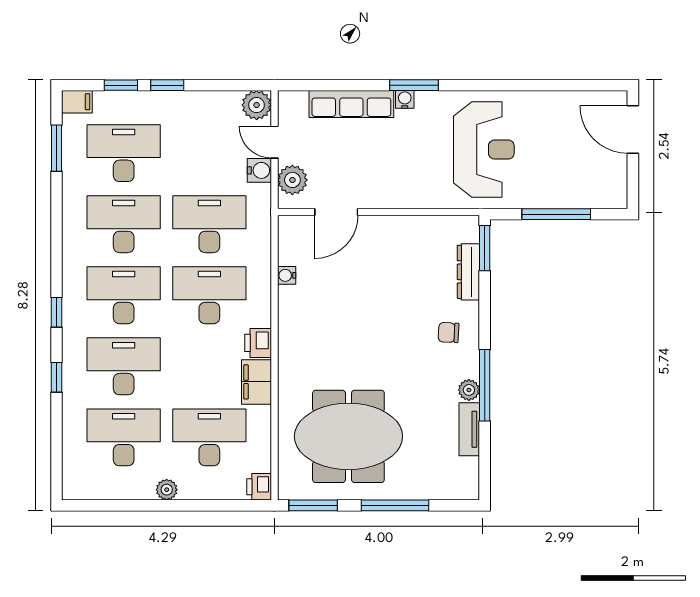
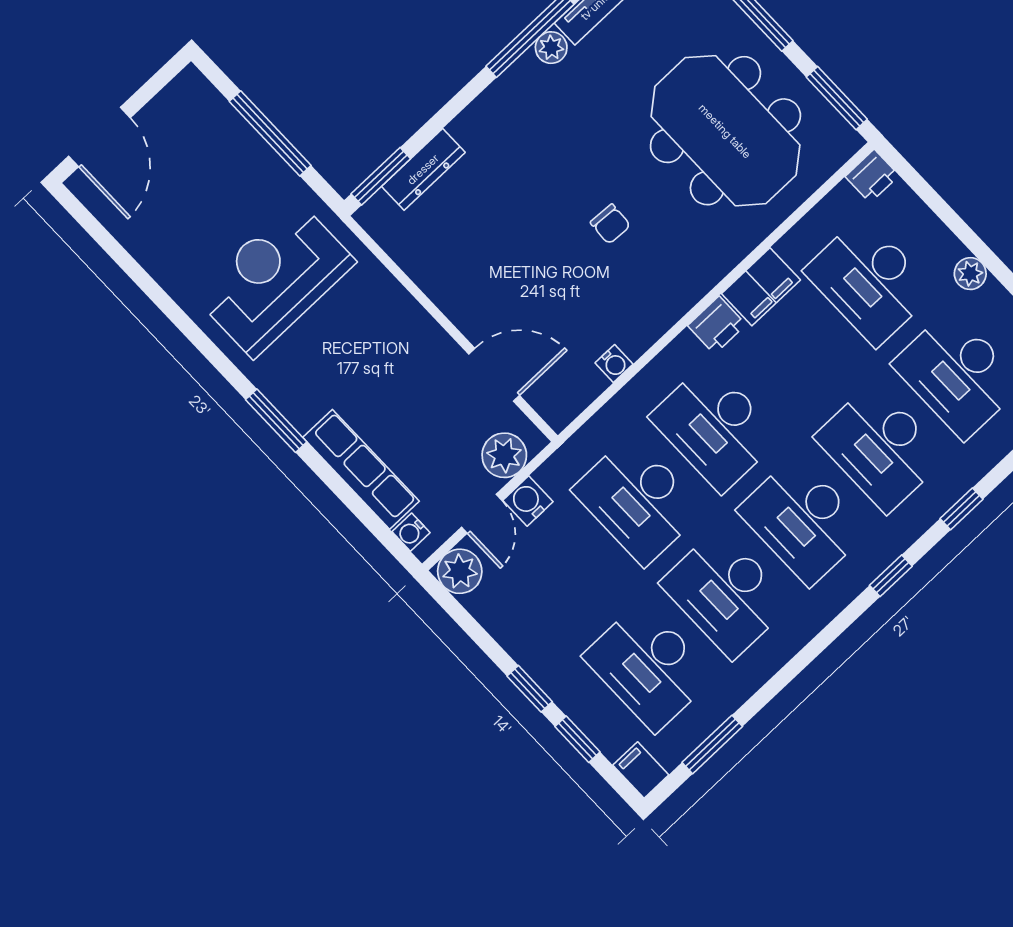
water cooler: (405, 99) -> (411, 532), moved
chair: (449, 332) -> (610, 224), moved

